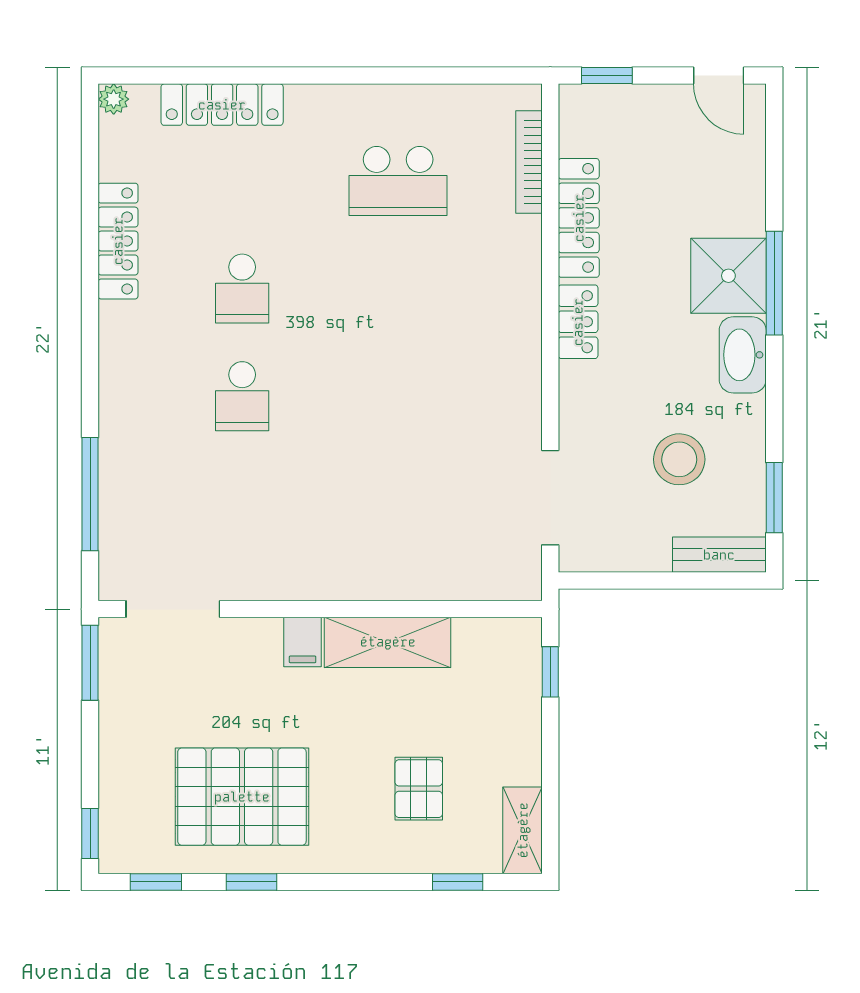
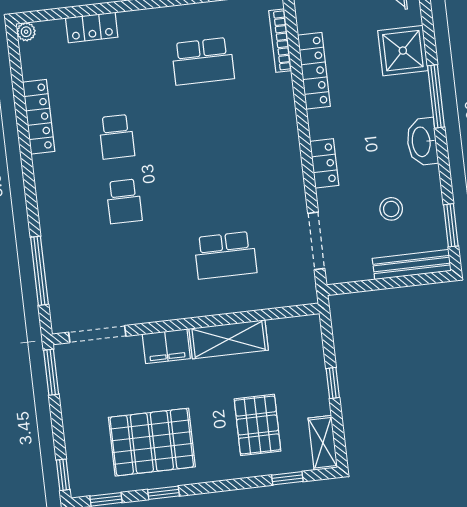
locker: (222, 105) -> (92, 27), width x0.66
shower: (728, 276) -> (403, 51), moved
locker: (578, 322) -> (324, 163), moved
stool: (679, 459) -> (391, 209), width x0.73, depth x0.73
school desk: (398, 504) -> (225, 255), added
bench: (719, 555) -> (412, 265), width x1.36
filing cabinet: (303, 642) -> (166, 346), width x2.00
window: (550, 672) -> (333, 383), moved
pallet: (419, 789) -> (258, 425), width x1.50, depth x1.42

